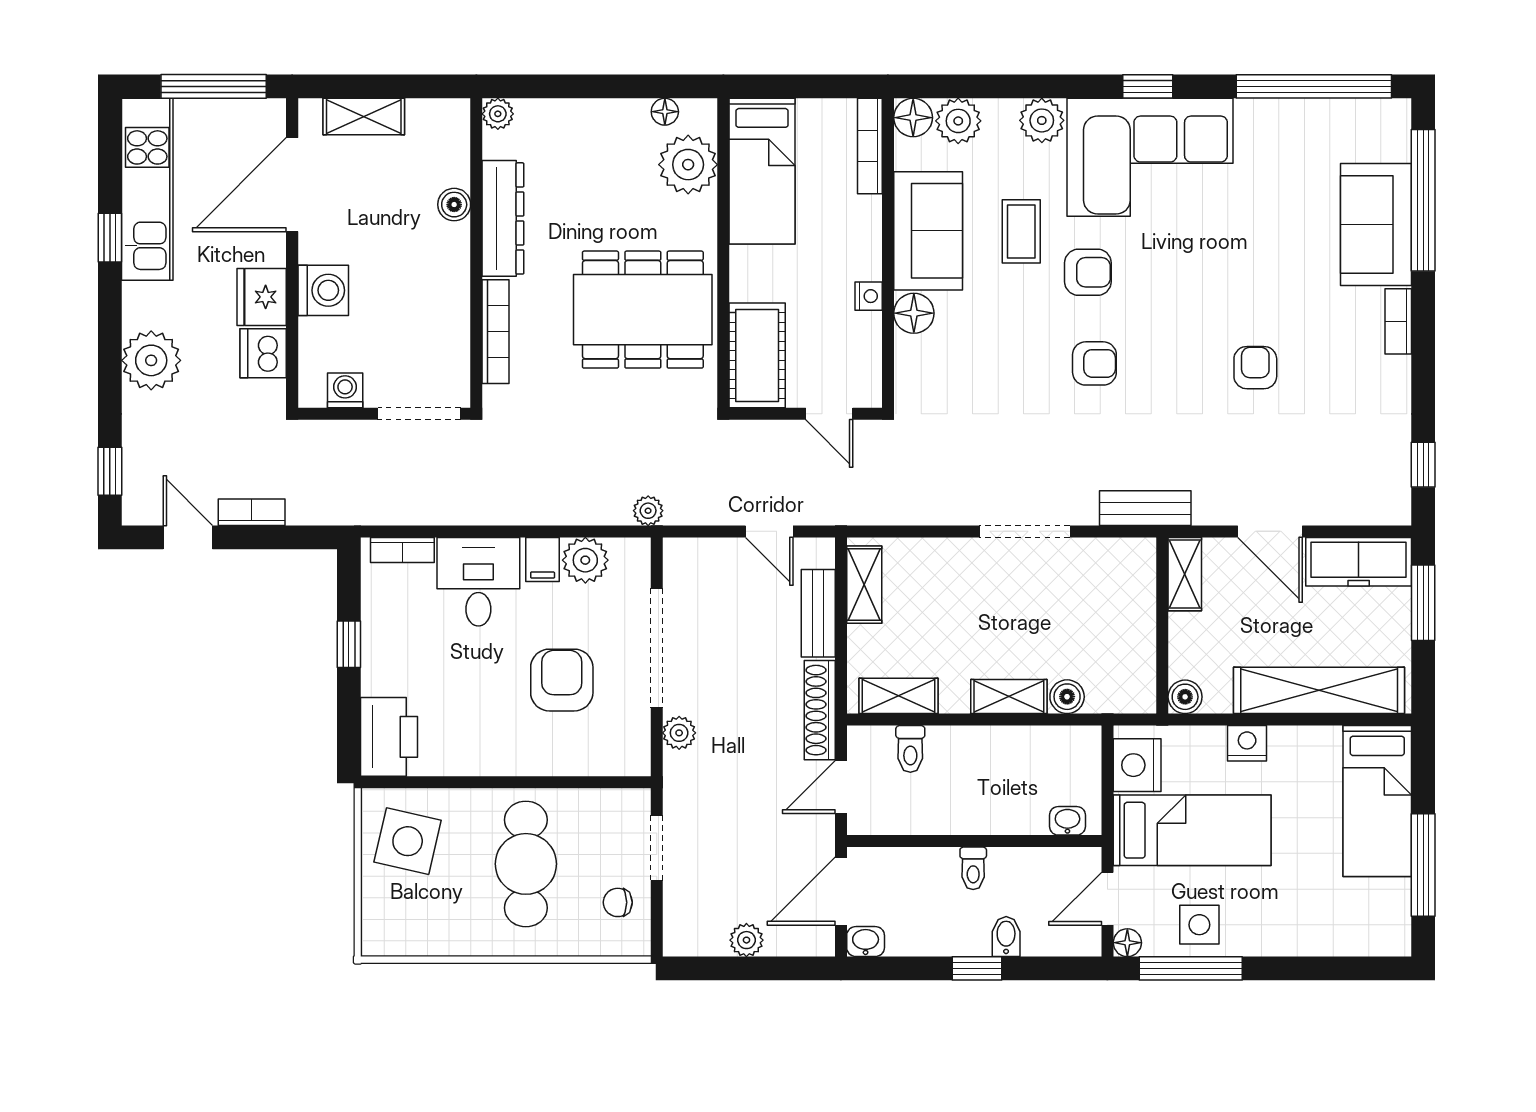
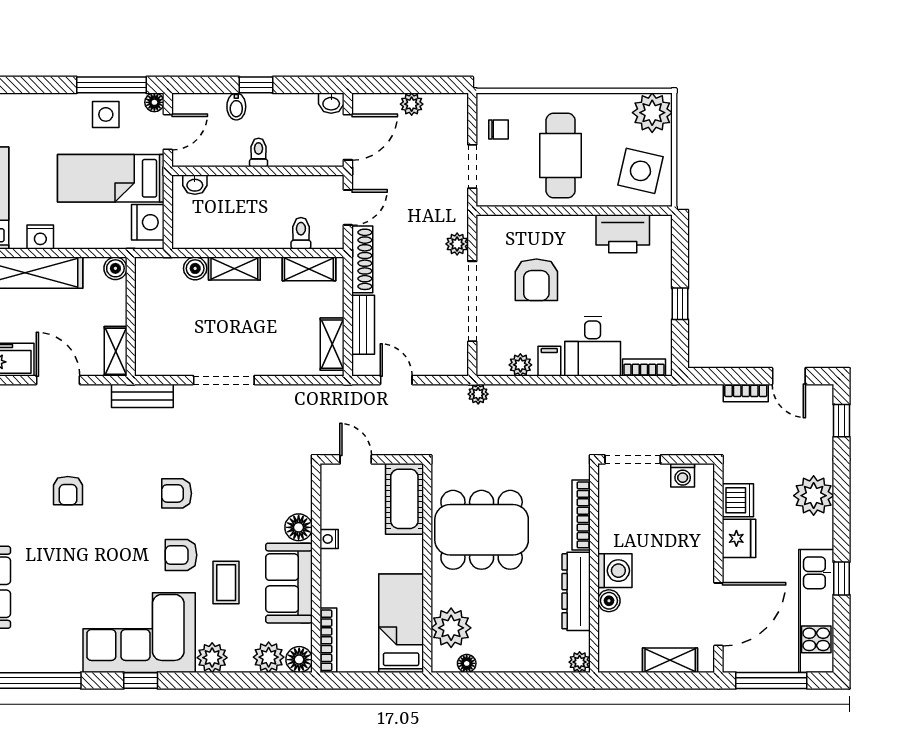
washing machine: (323, 290) -> (615, 571), moved, turned 180
plant: (585, 560) -> (520, 365), width x0.73, depth x0.73
printer: (389, 737) -> (623, 234), moved, turned -90
nightstand: (1247, 743) -> (40, 237), moved
plant: (390, 927) -> (652, 113), added

